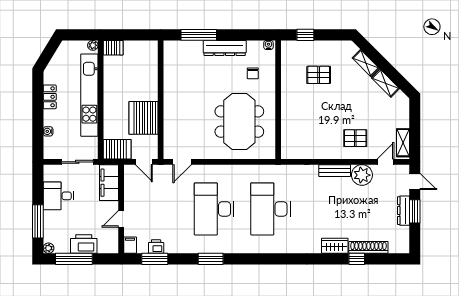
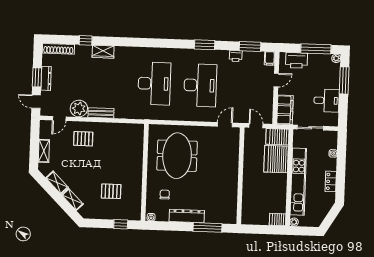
server rack: (144, 118) -> (276, 159), moved, turned 180
shelving: (403, 143) -> (44, 151), moved
printer: (84, 244) -> (297, 60), moved
printer: (156, 247) -> (236, 56), moved
shoe rack: (368, 247) -> (58, 49), moved

